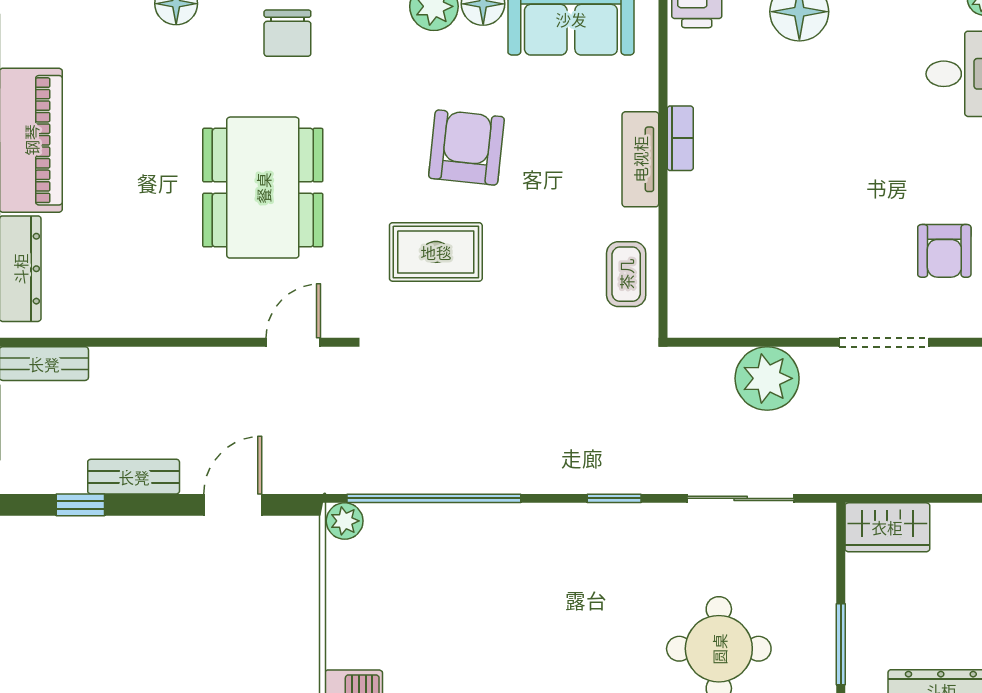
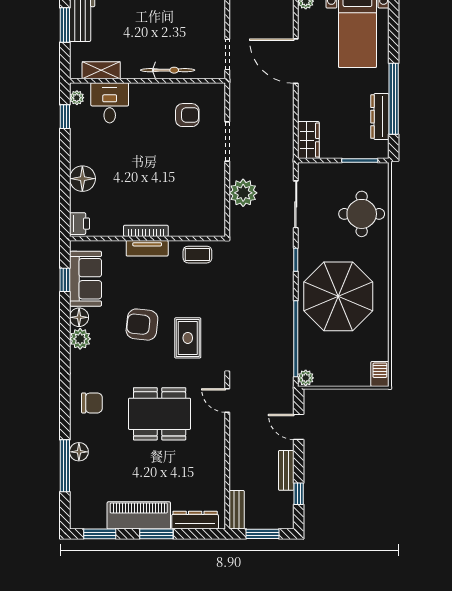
bookcase: (680, 138) -> (146, 231), width x1.56
parasol: (531, 595) -> (338, 296), added

